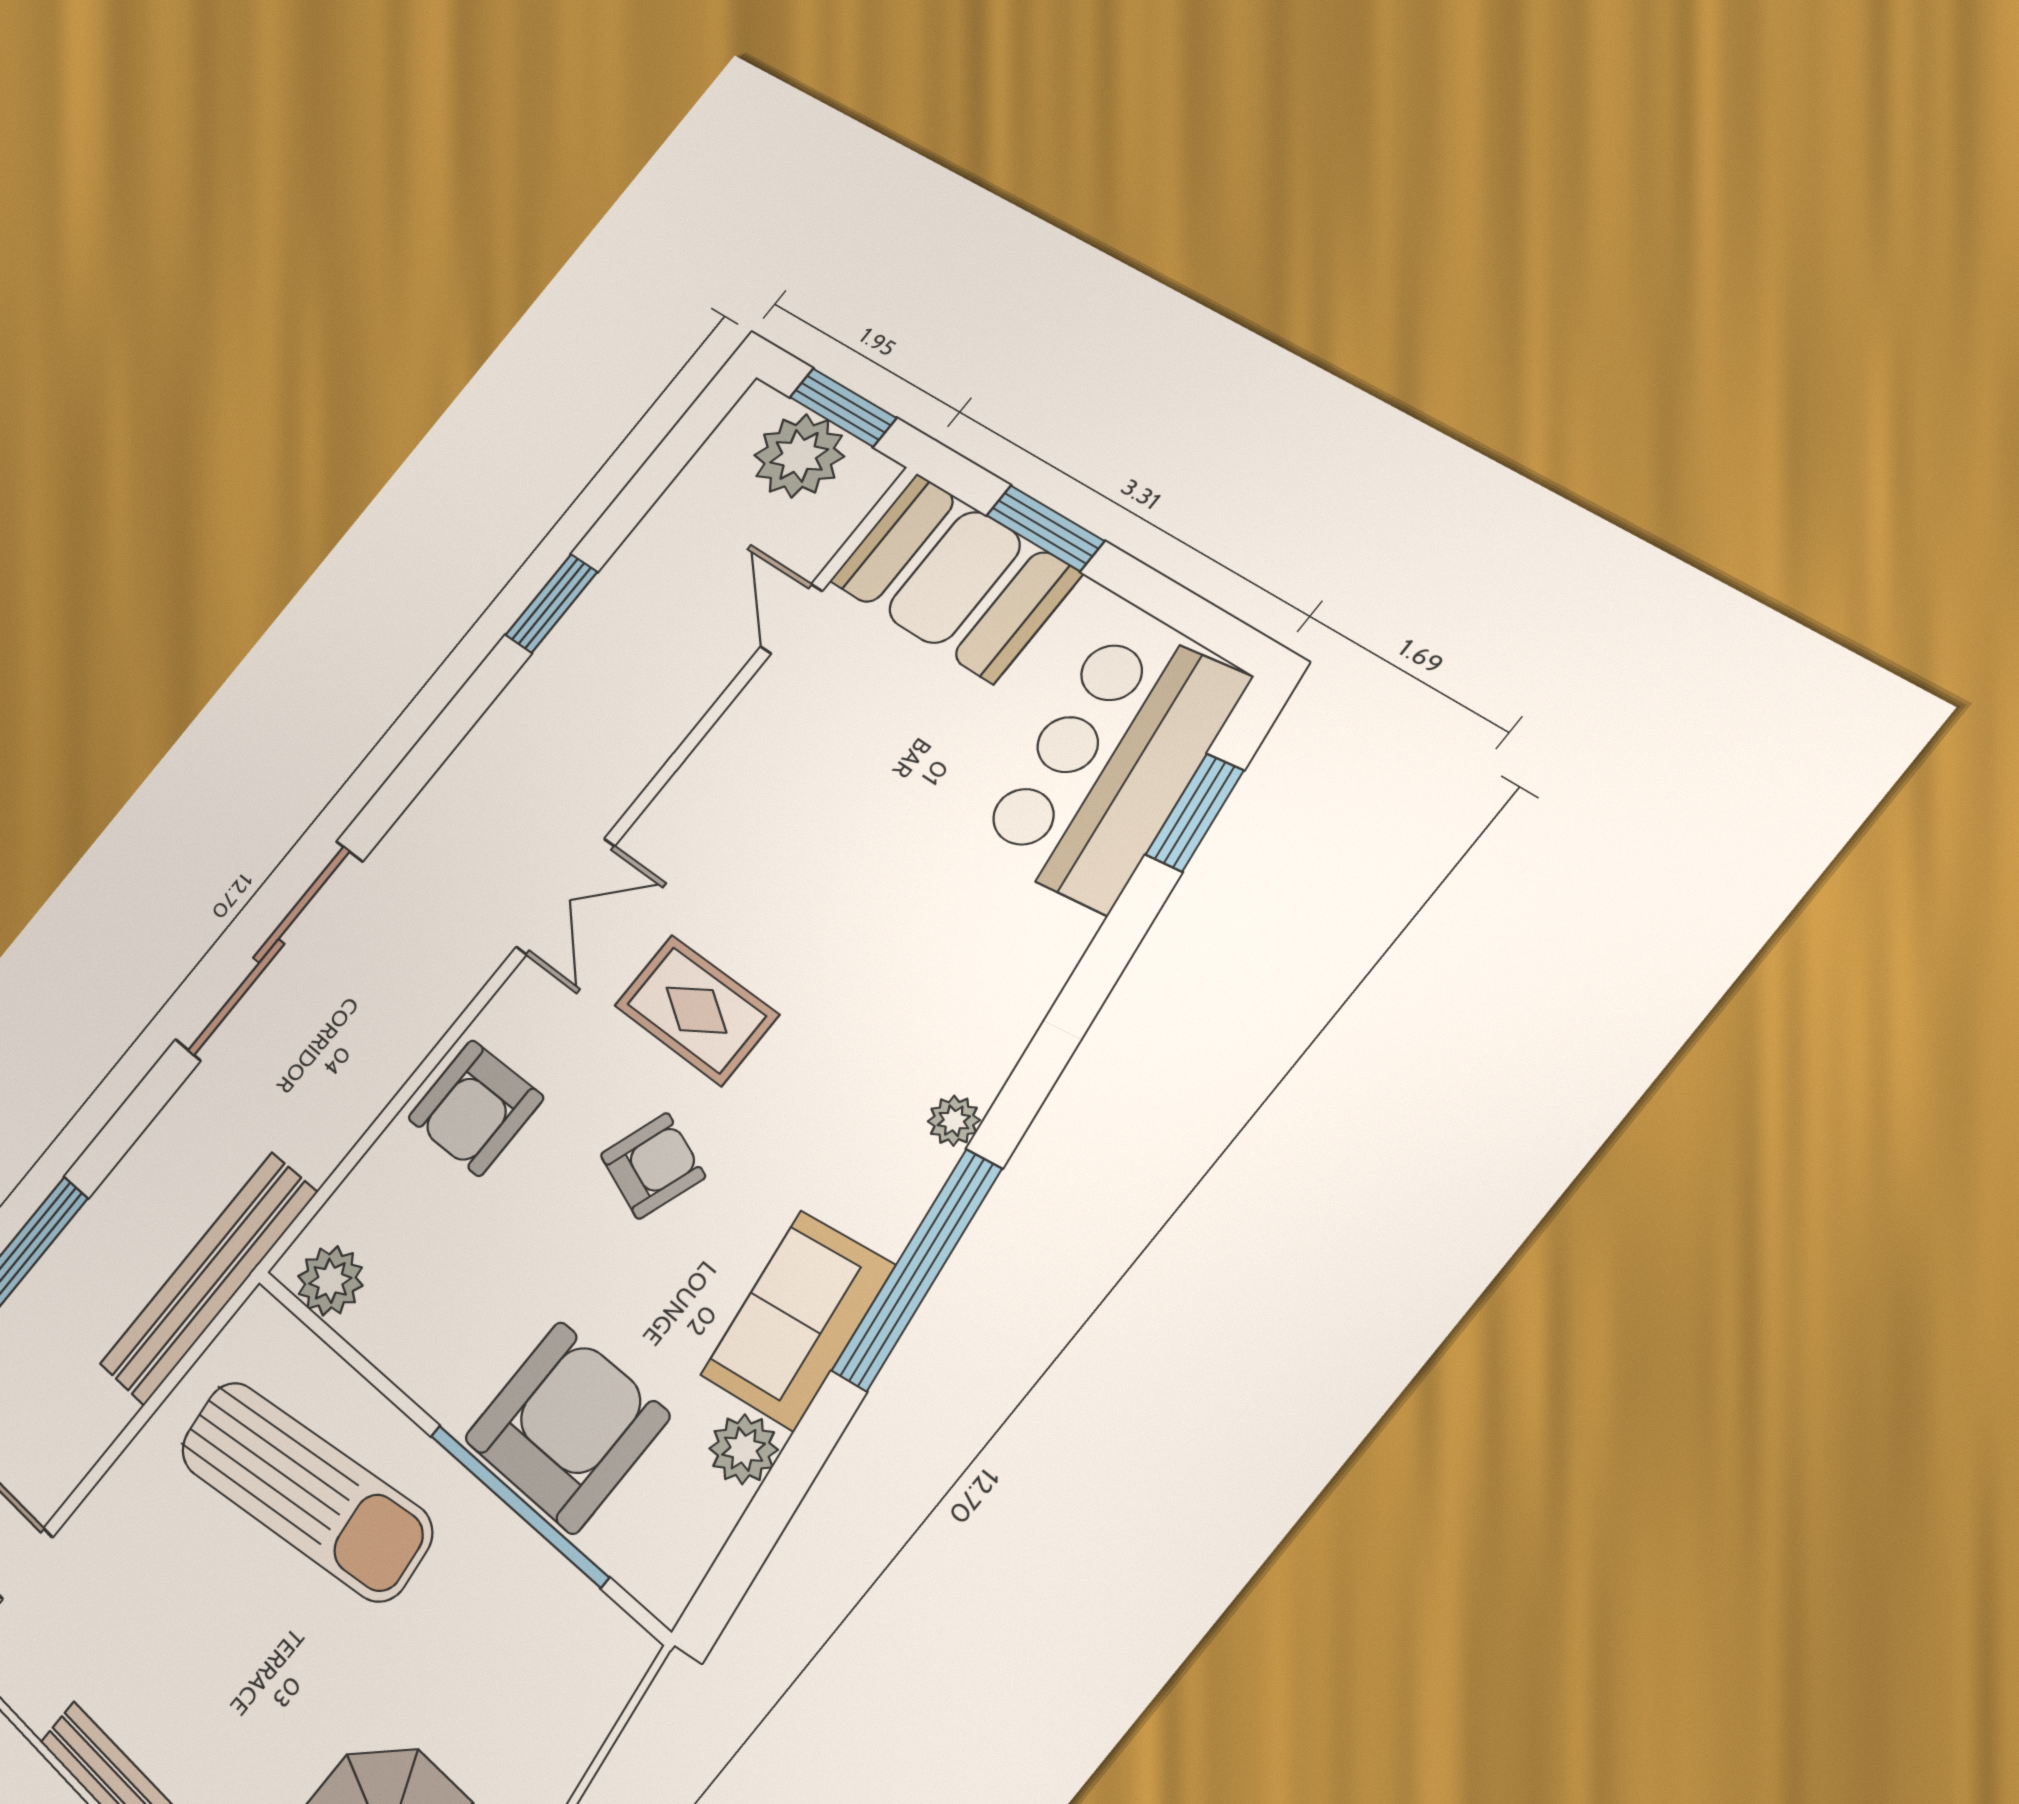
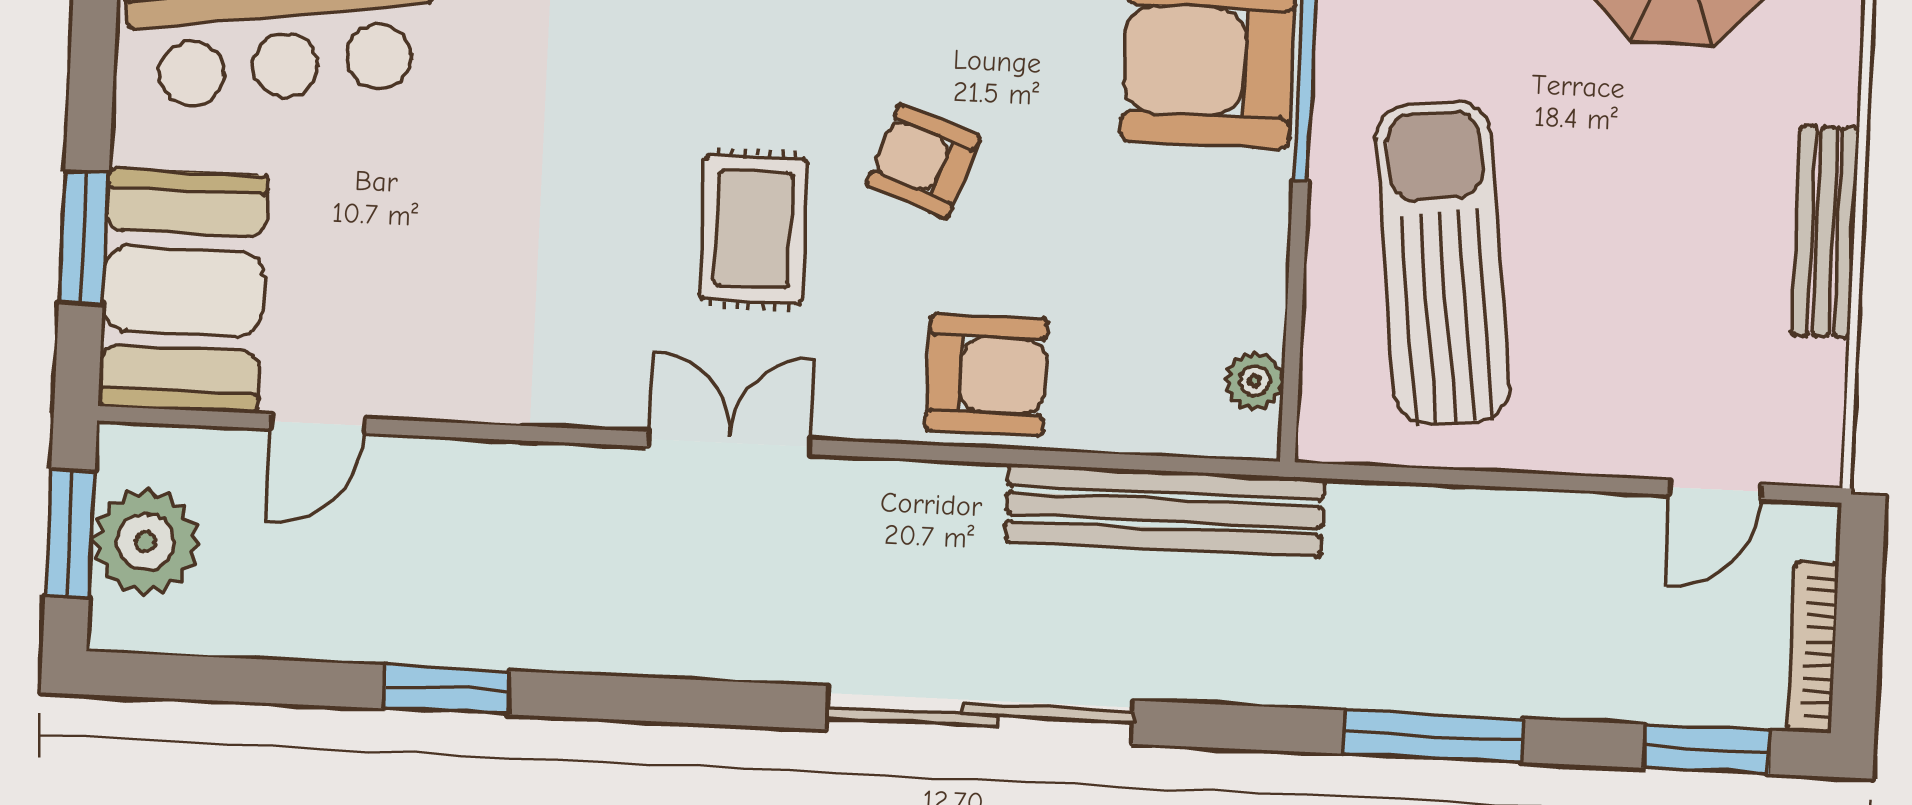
bench: (208, 1278) -> (1165, 510), moved
plant: (330, 1281) -> (1254, 381), width x0.73, depth x0.73

